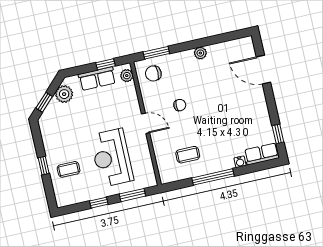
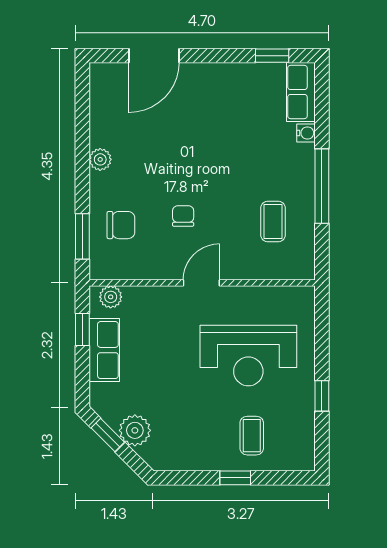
chair: (153, 73) -> (121, 225), moved, turned -90
plant: (64, 94) -> (135, 430), moved
window: (44, 102) -> (108, 435), moved
window: (132, 195) -> (322, 334), removed

